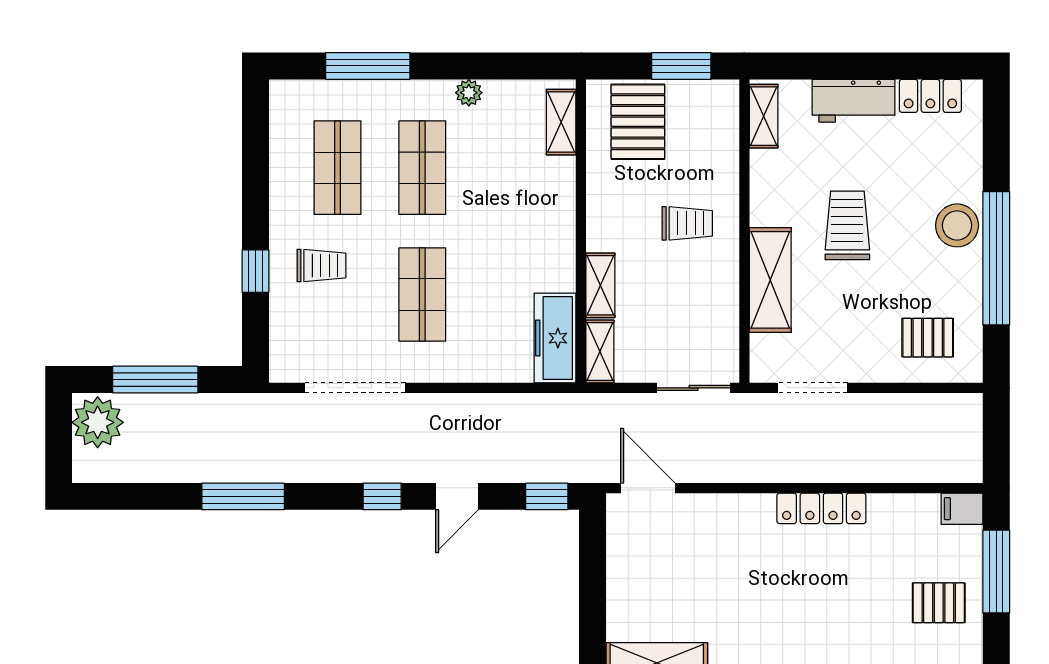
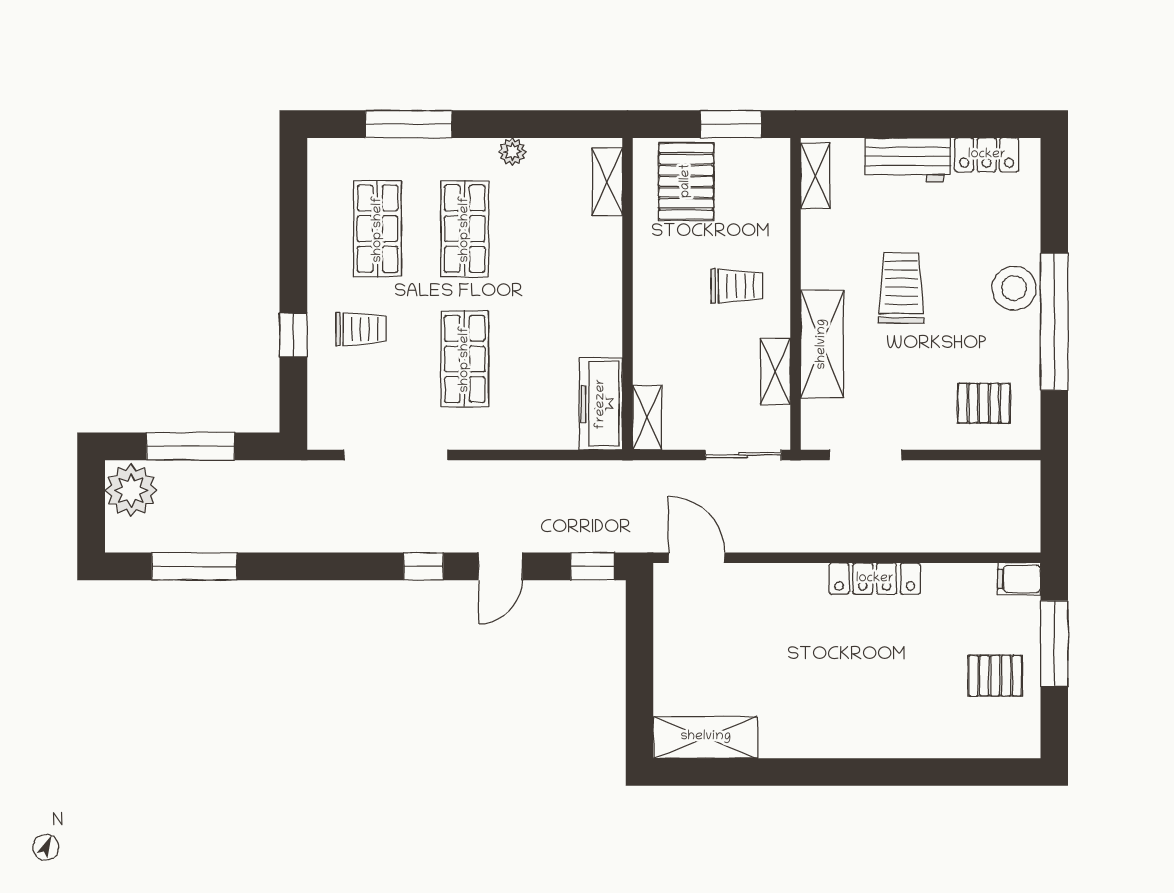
shelving: (600, 285) -> (775, 371), moved
window: (243, 496) -> (194, 566), moved

